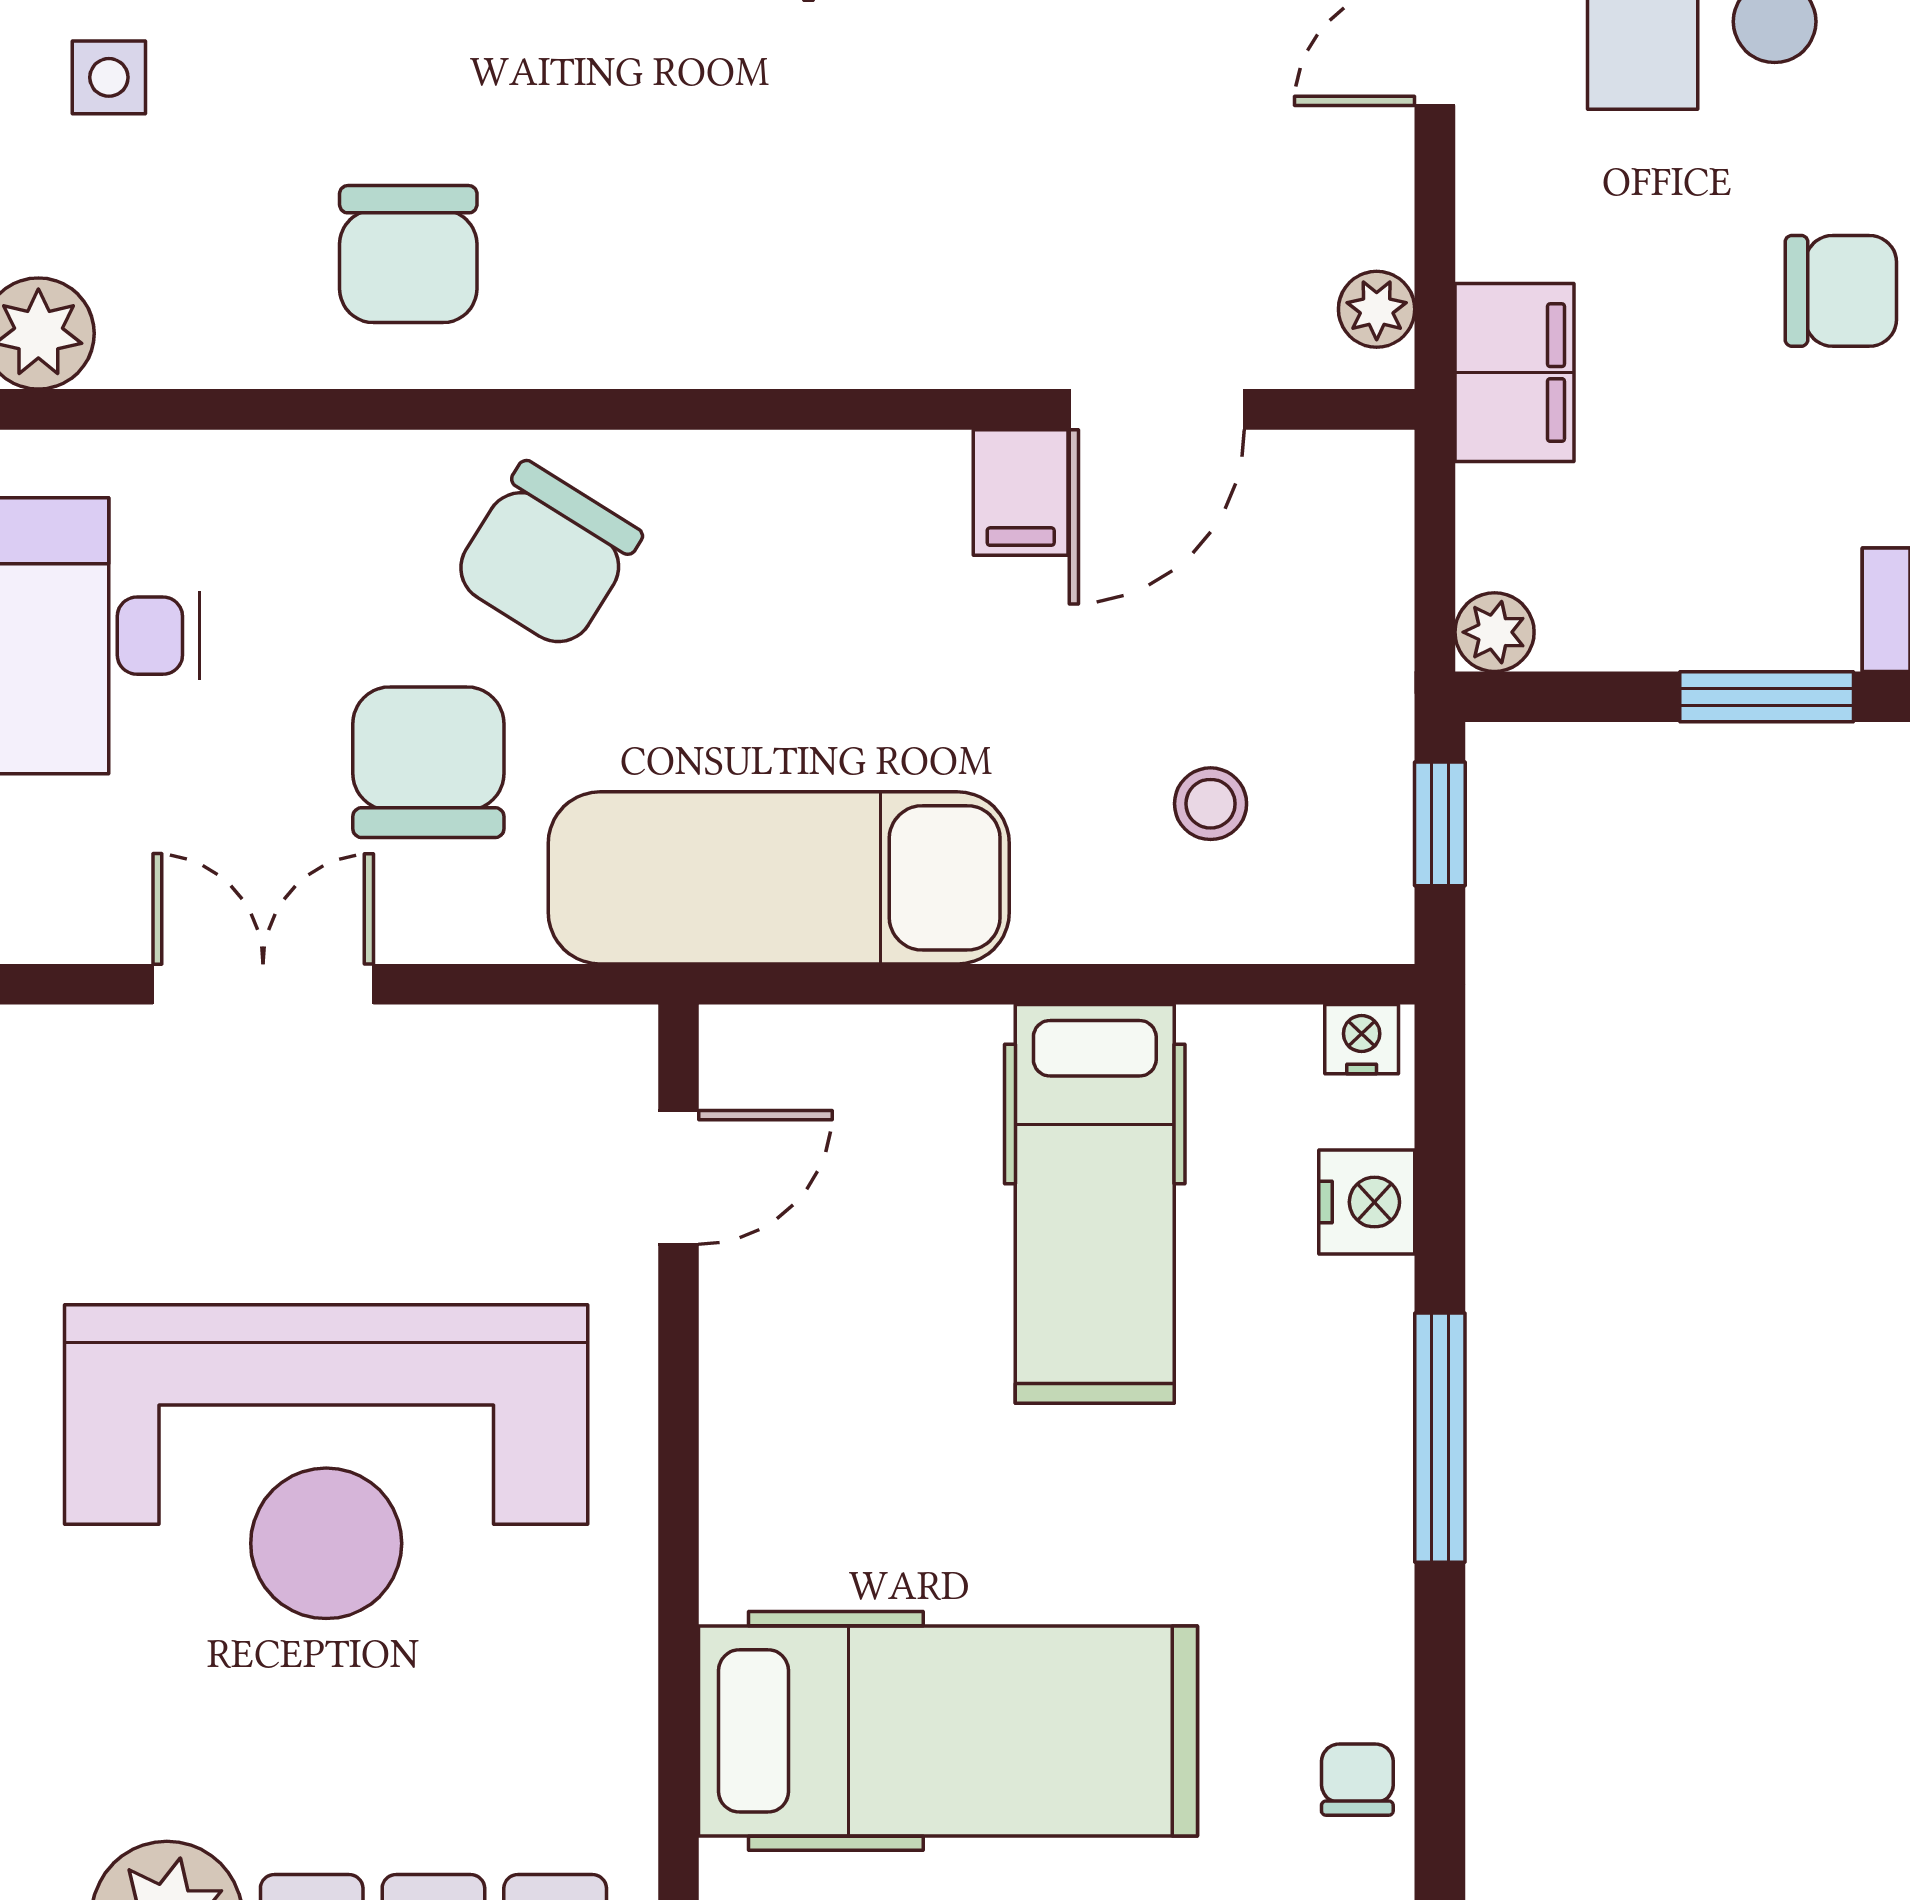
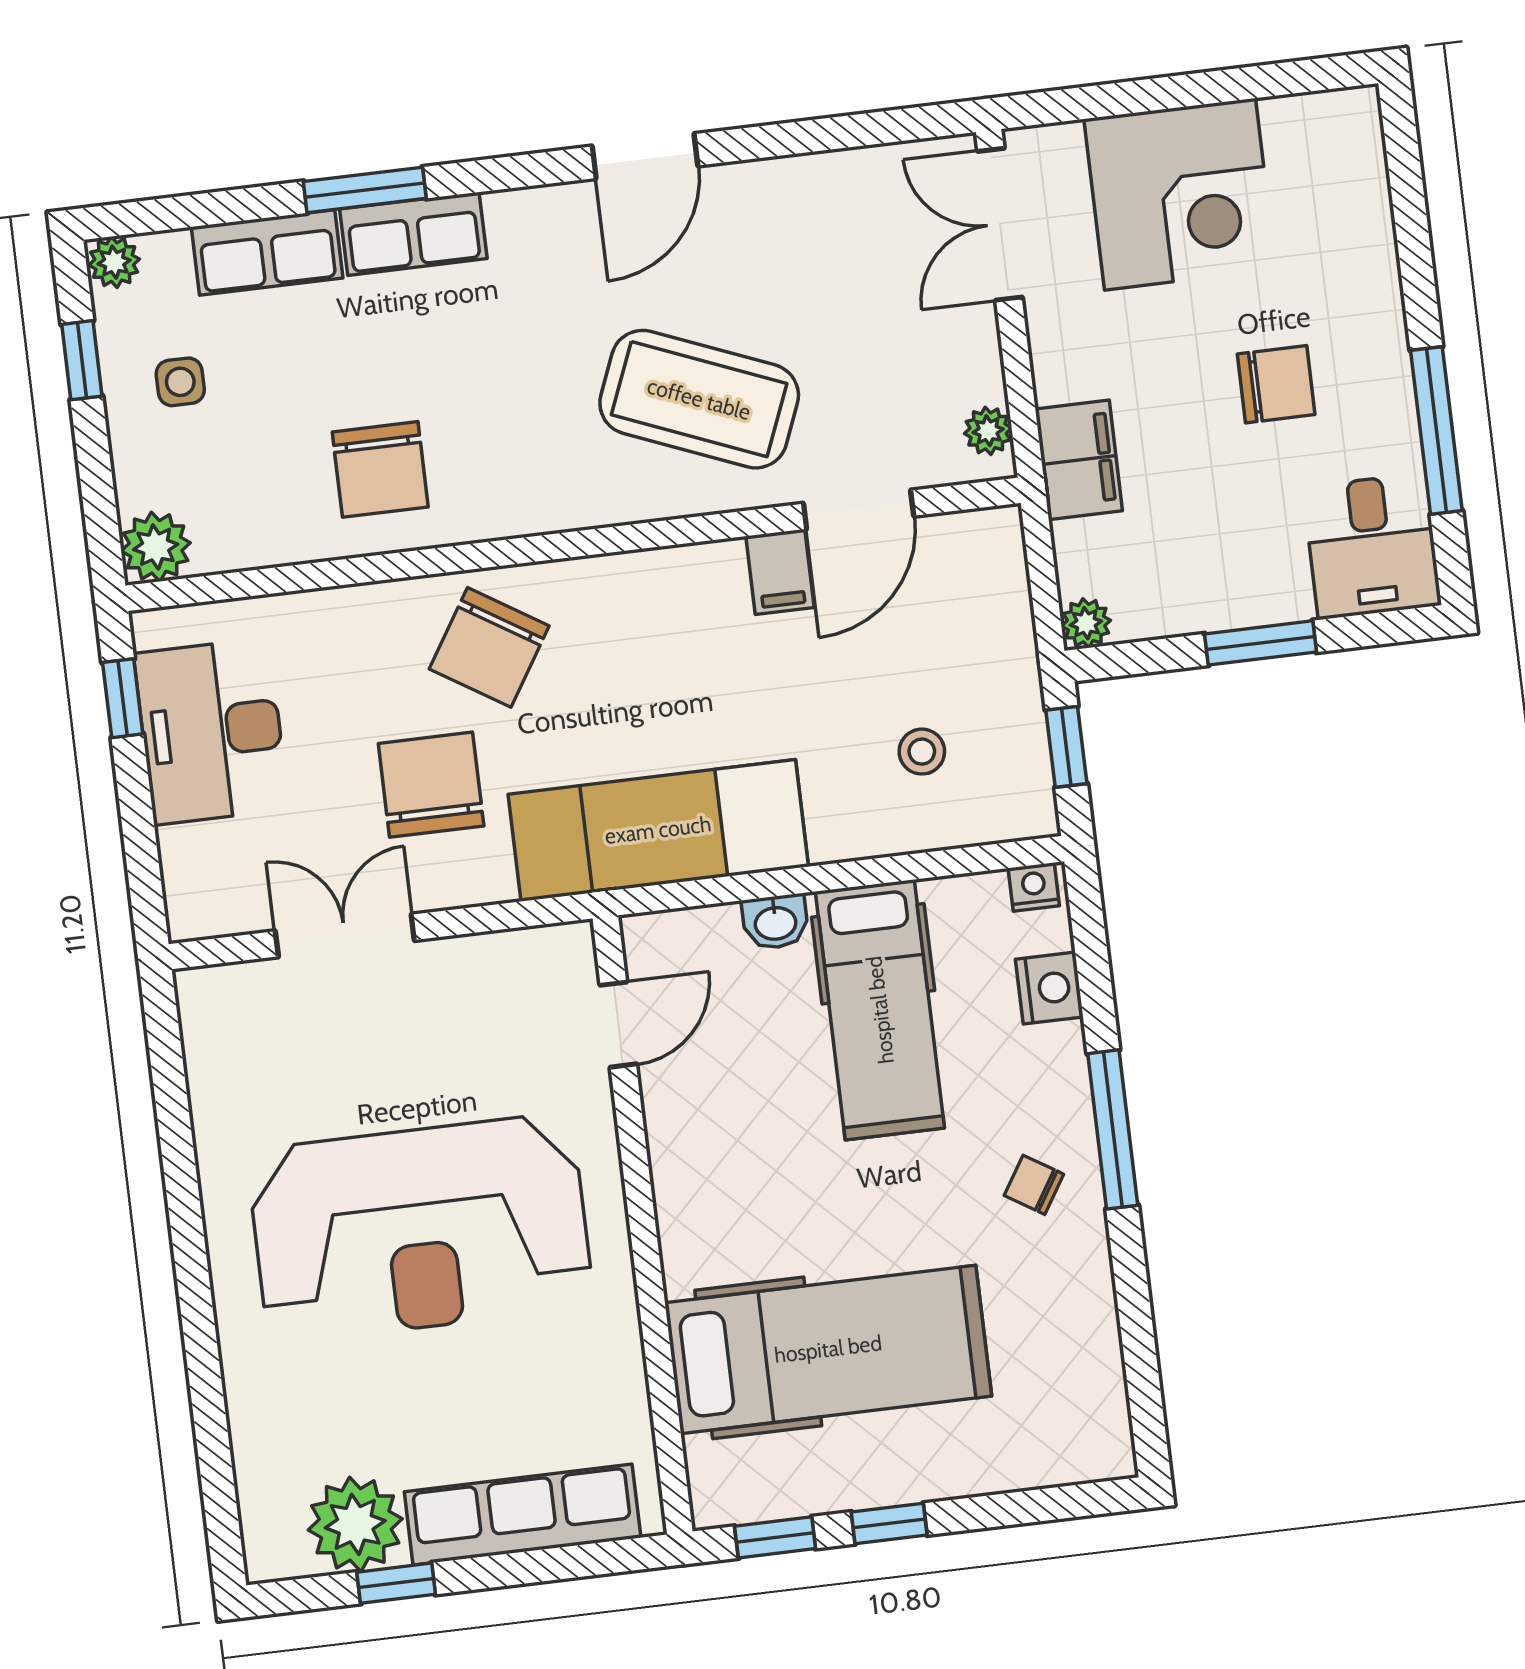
coffee table: (926, 204) -> (699, 399), added
washbasin: (946, 1045) -> (775, 922), added
chair: (1357, 1780) -> (1034, 1185), moved, turned -58

